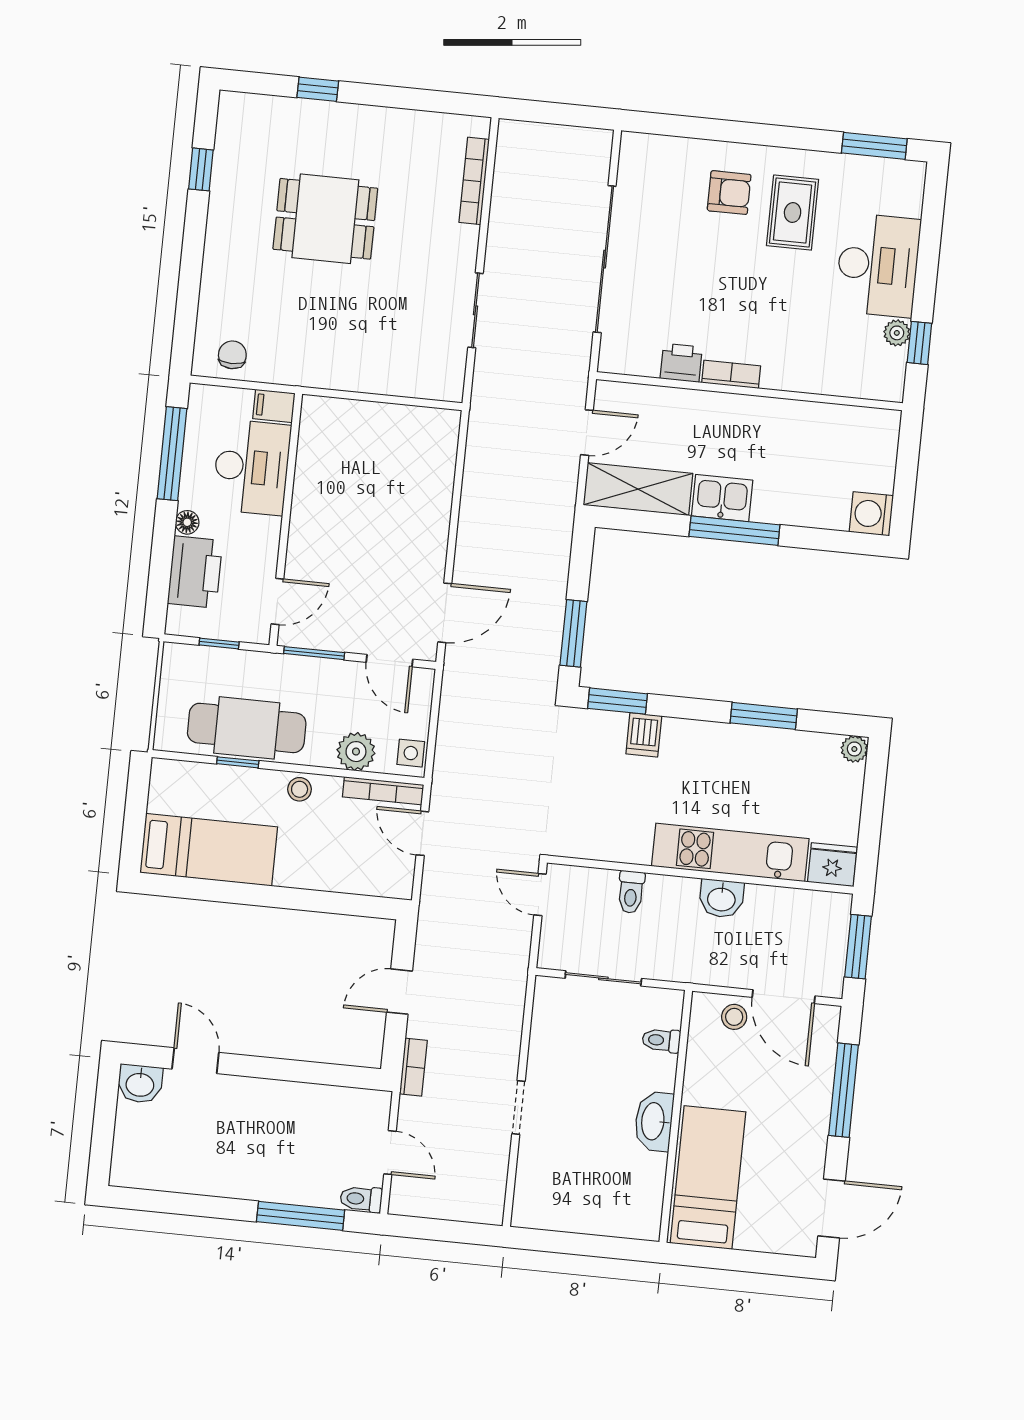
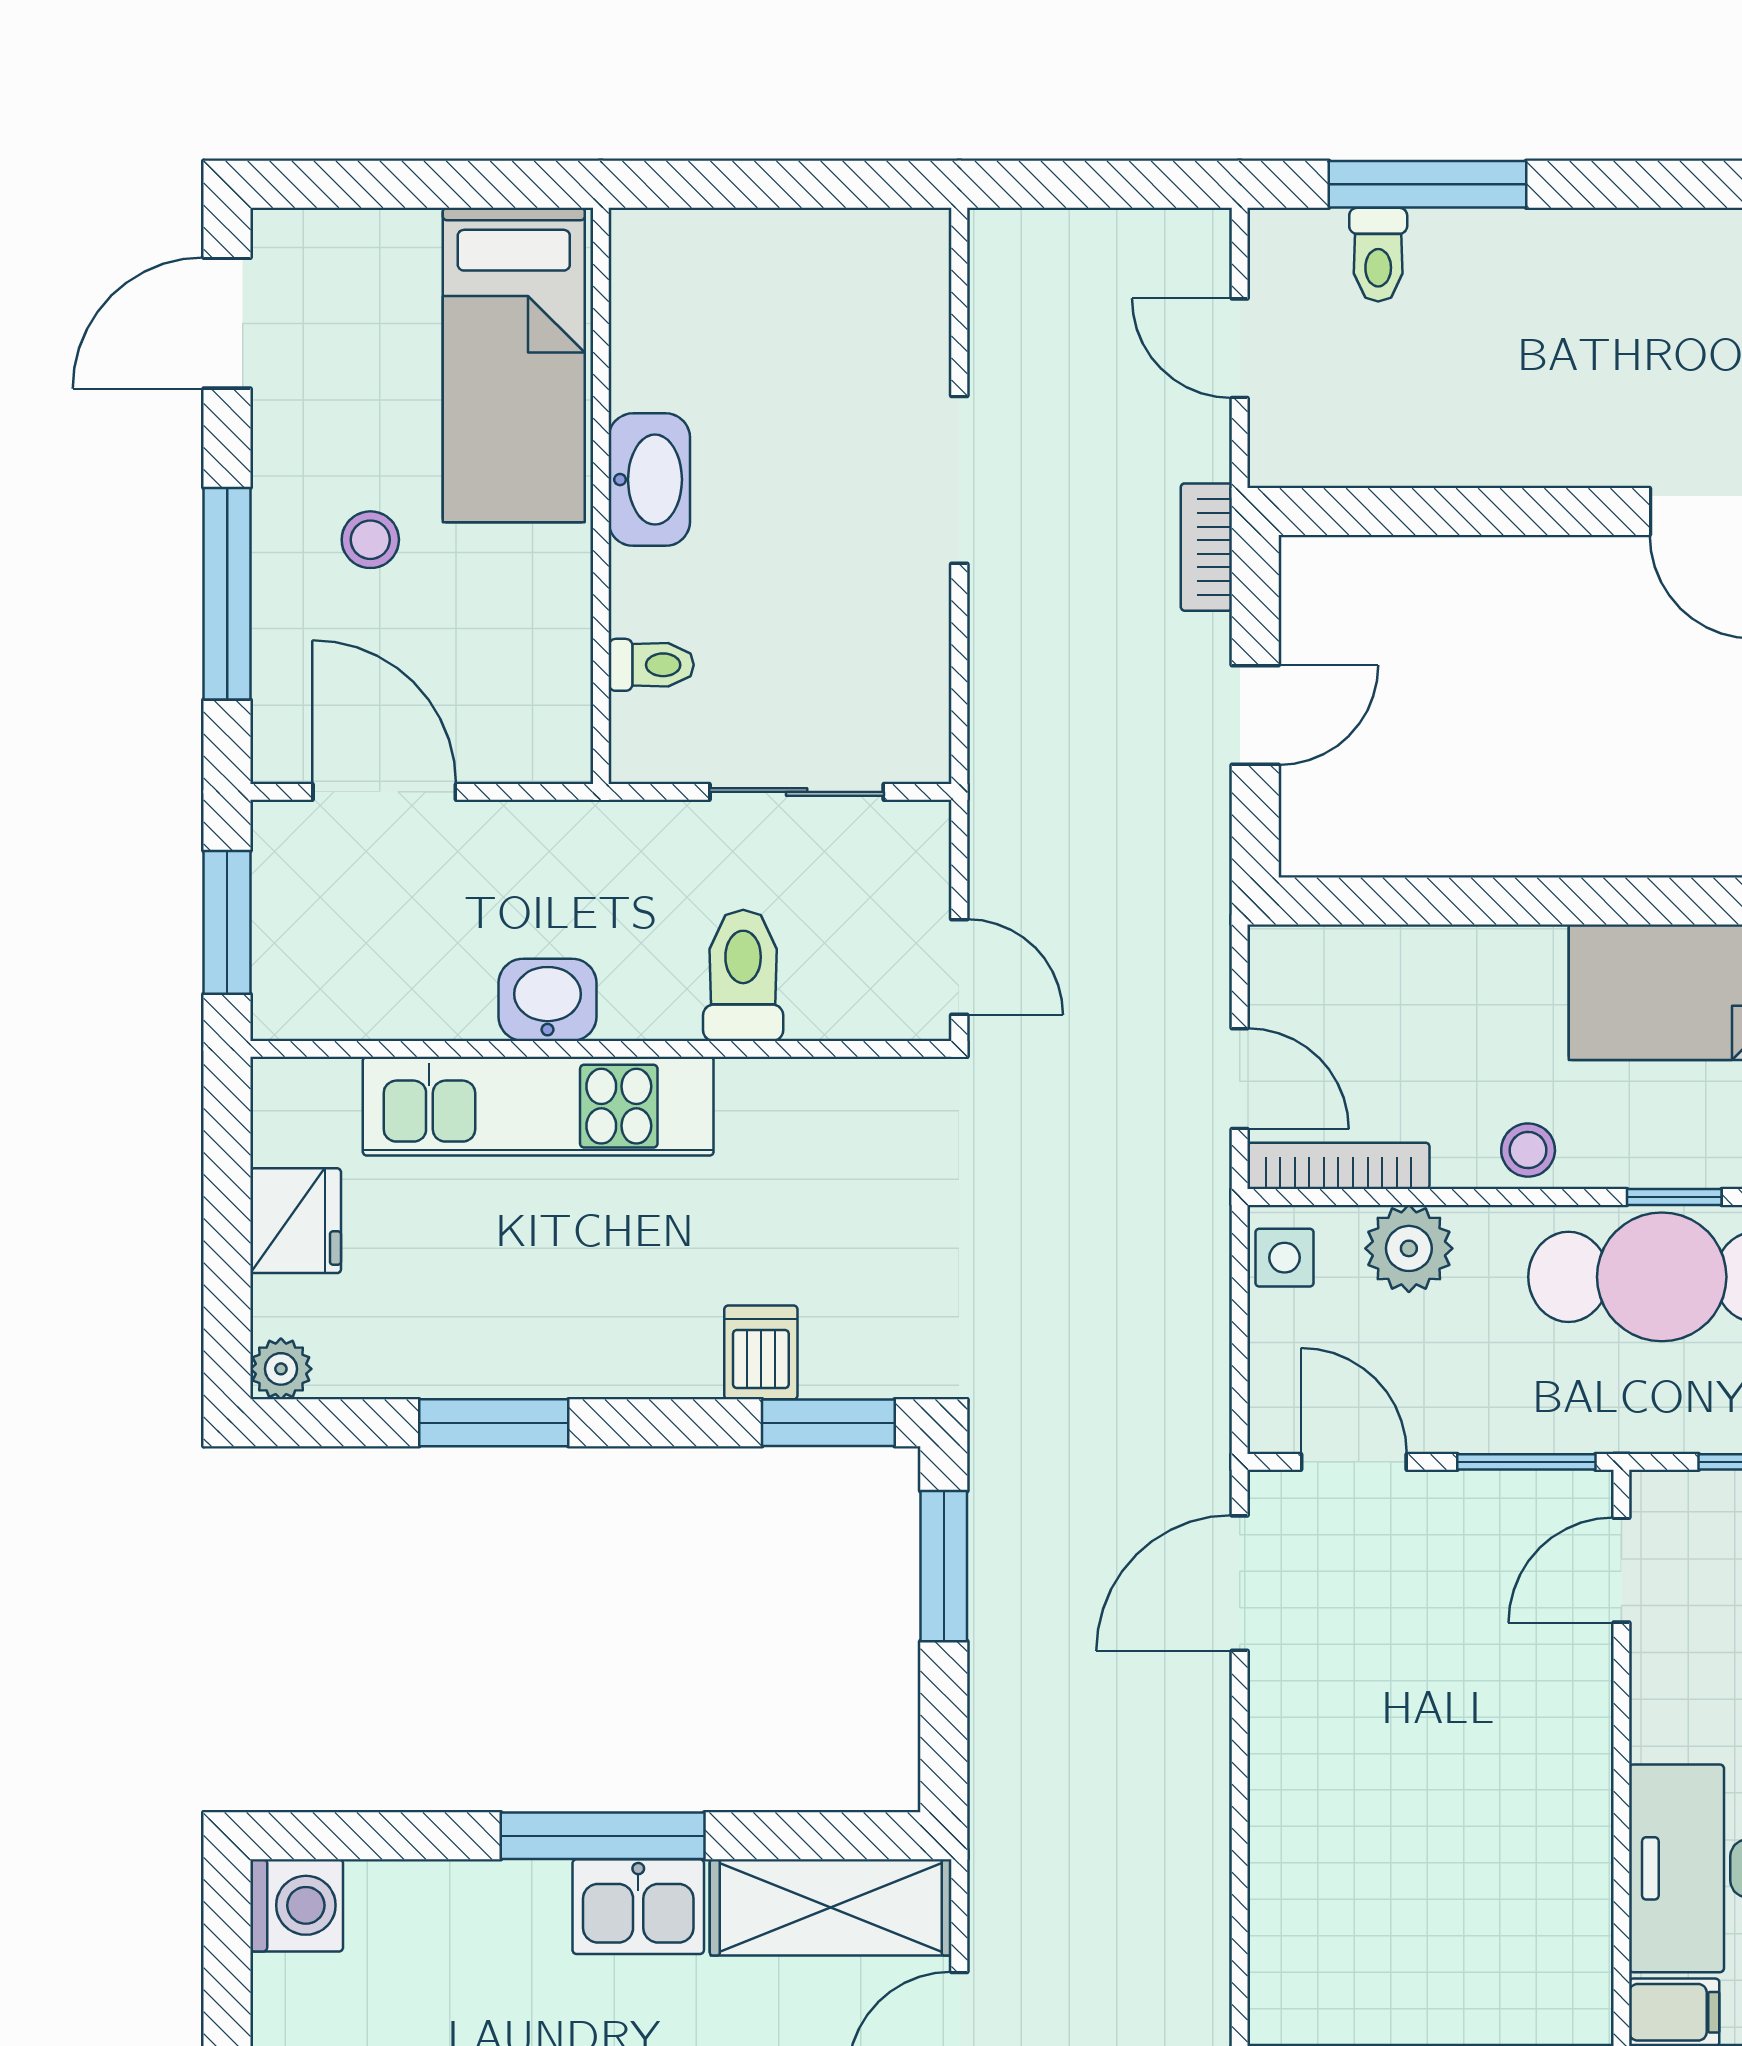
fridge: (832, 865) -> (296, 1221), moved, turned -90
toilet: (631, 892) -> (743, 975), width x1.37, depth x1.39
stool: (734, 1017) -> (370, 540), moved
doorway: (518, 1107) -> (959, 480), width x1.38
toilet: (361, 1199) -> (1378, 255), moved, turned 90

